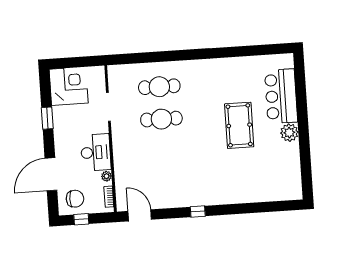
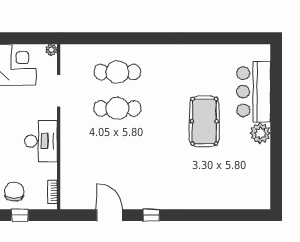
plant: (107, 176) -> (51, 50), moved
chair: (75, 199) -> (14, 192), turned -90
door: (140, 215) -> (110, 215), moved

